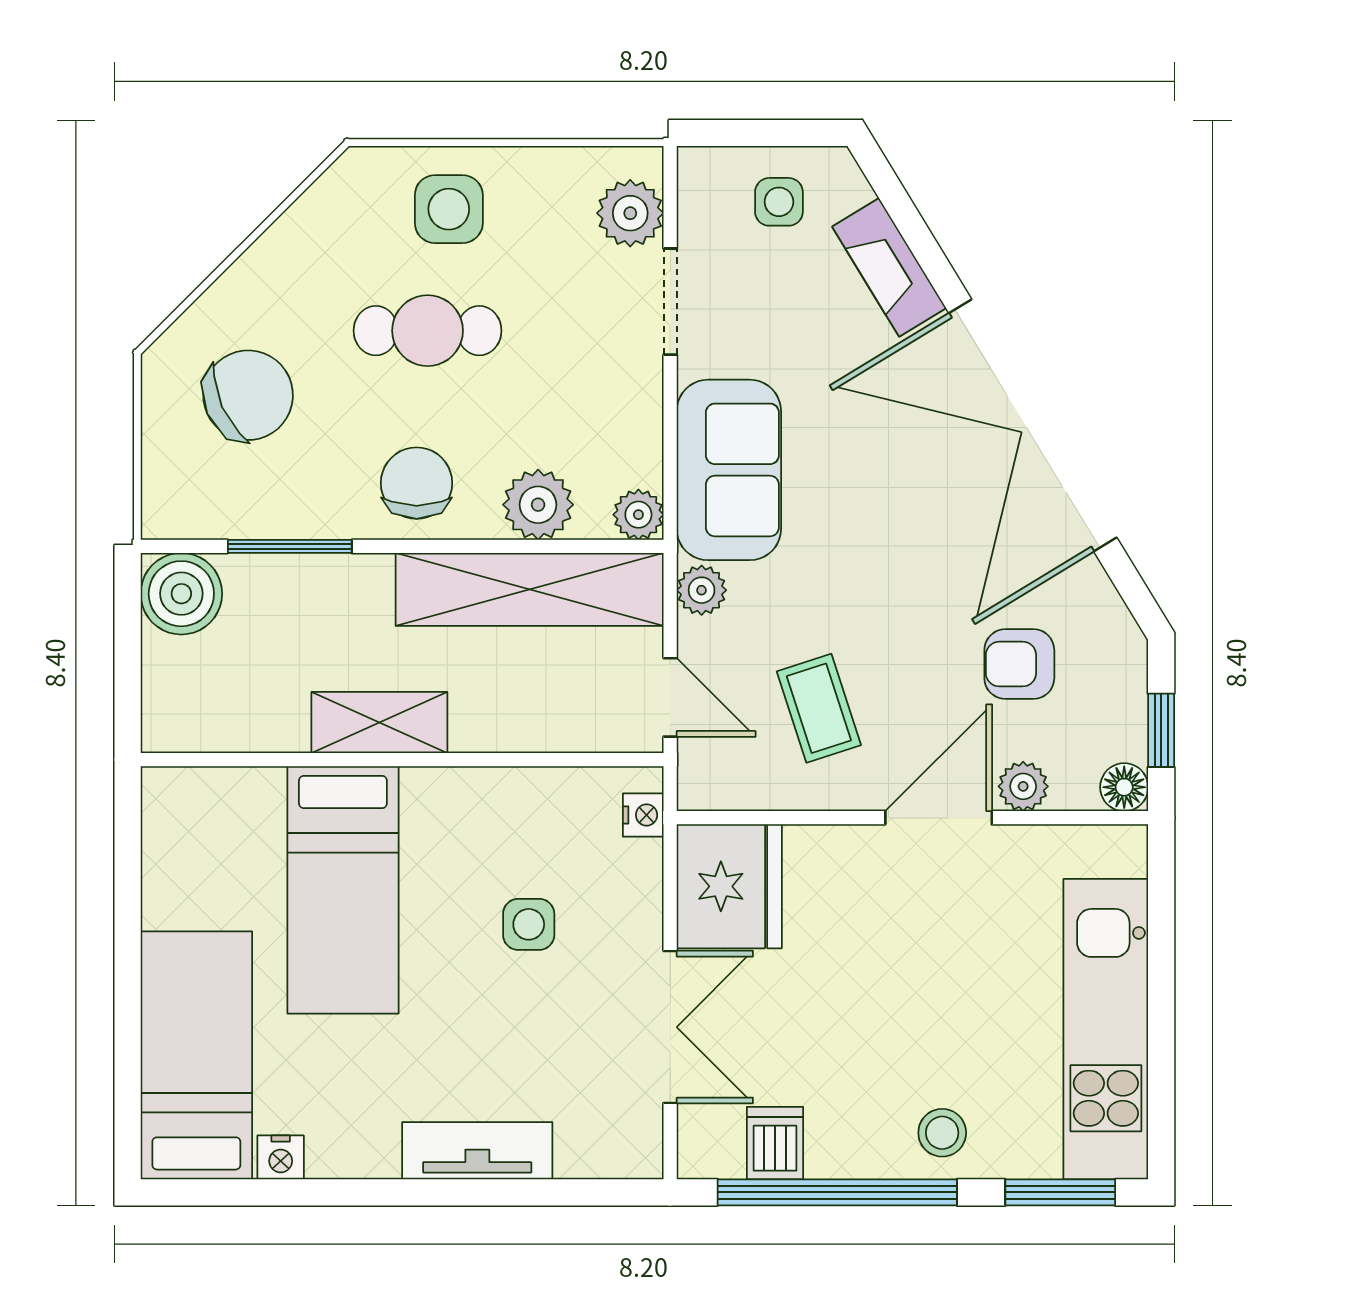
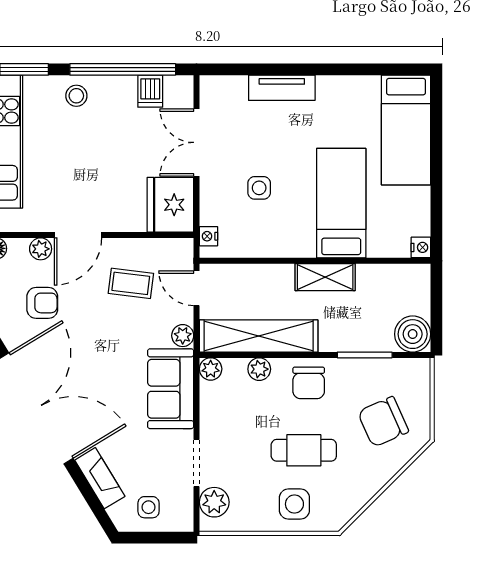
plant: (538, 505) -> (259, 369), width x0.73, depth x0.73
coffee table: (819, 708) -> (131, 283), turned -65
nightstand: (281, 1157) -> (421, 247), moved, turned 90

